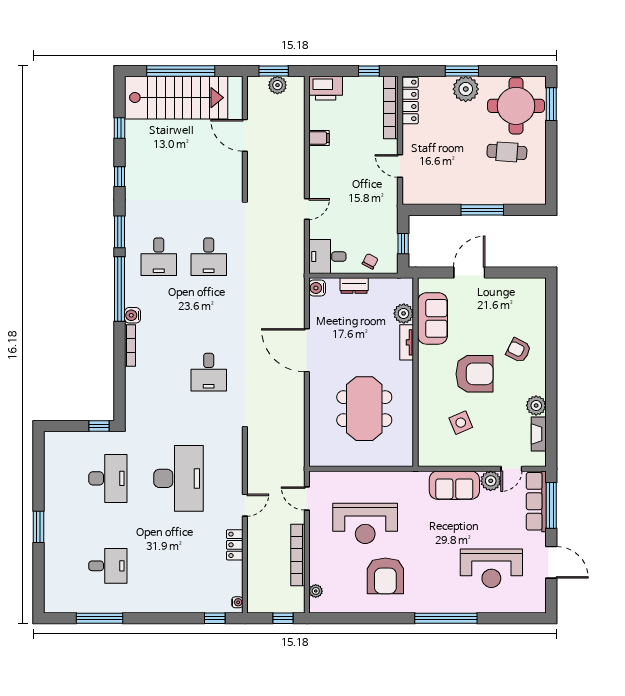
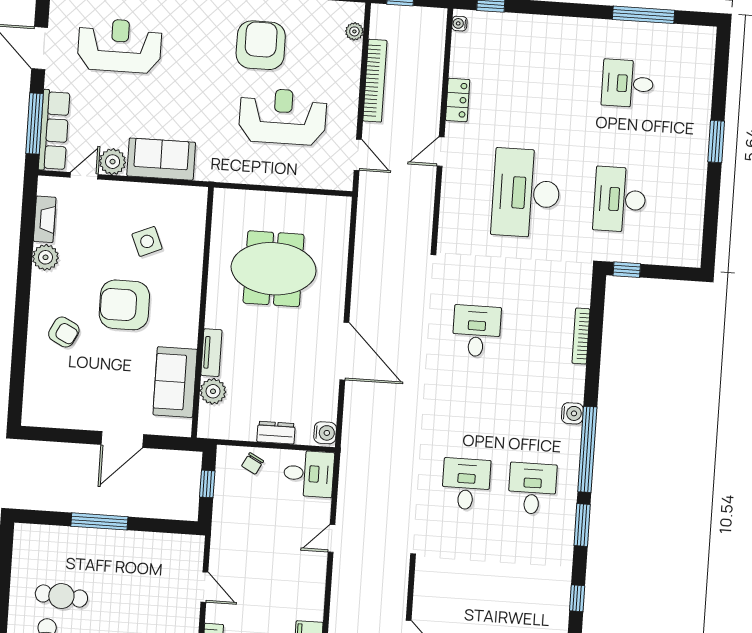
bookcase: (130, 346) -> (581, 336), moved
meeting table: (364, 409) -> (274, 269), turned 90

